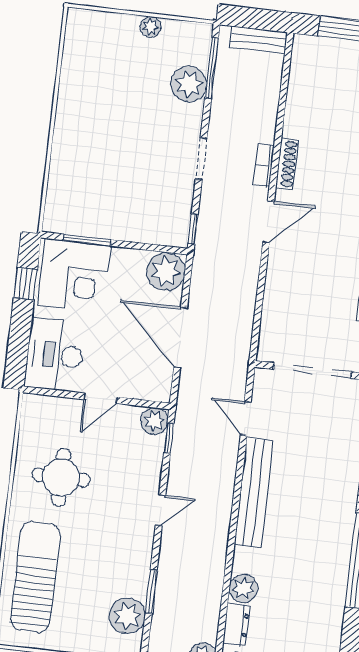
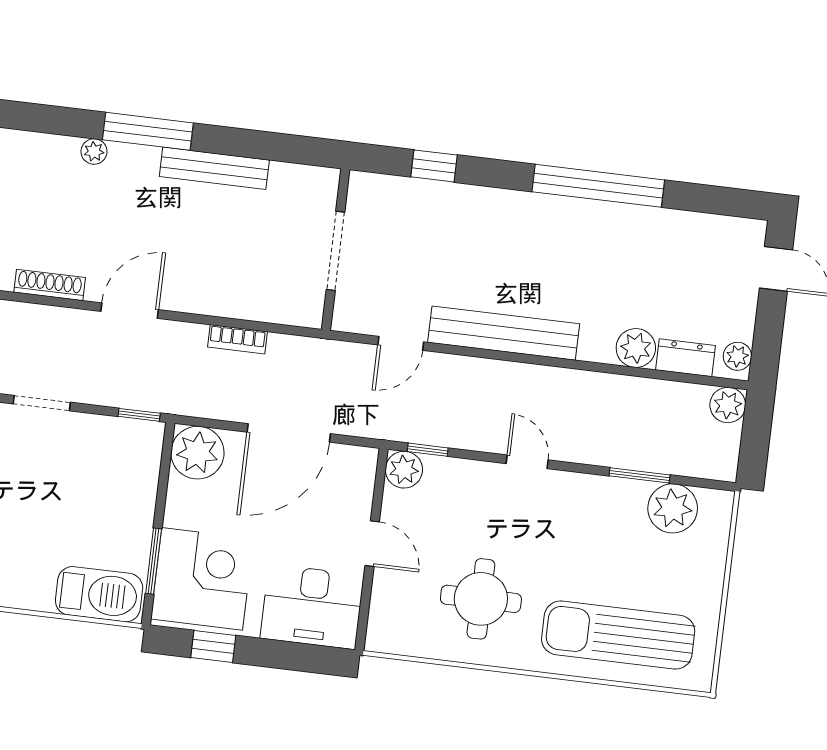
bookcase: (264, 165) -> (237, 339), moved
barbecue: (63, 201) -> (99, 594), added
door: (269, 222) -> (130, 311), hinge flipped
doorway: (312, 371) -> (335, 251), width x0.73

